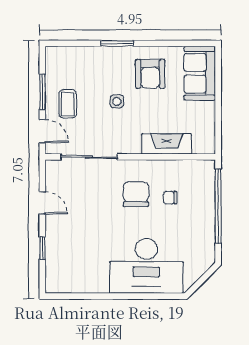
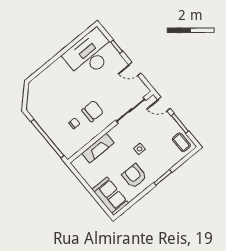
coffee table: (68, 104) -> (181, 142), moved
chair: (136, 194) -> (93, 111), turned -90
desk: (146, 266) -> (90, 54), moved

